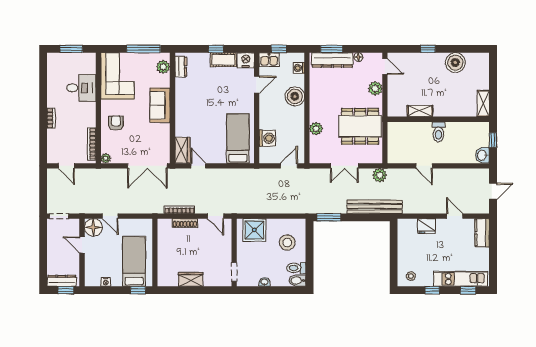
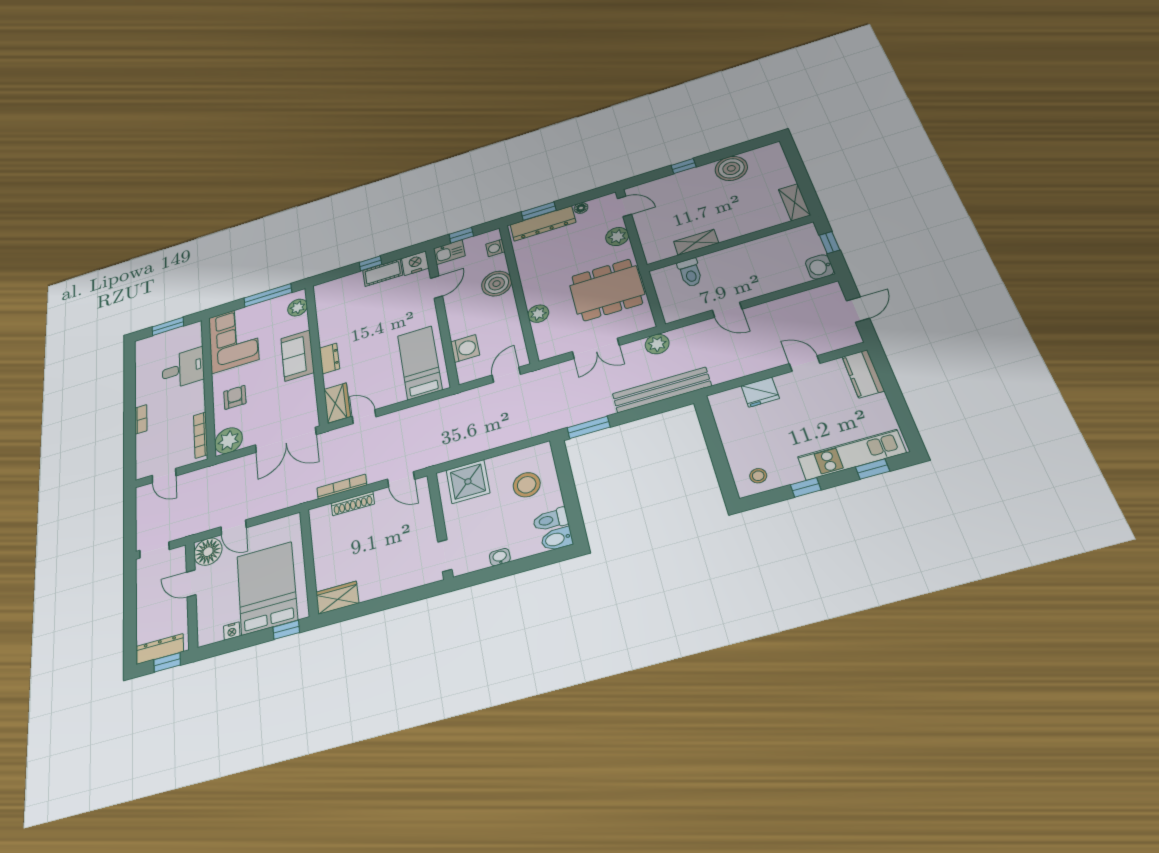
dresser: (181, 67) -> (329, 358), moved
toilet: (438, 132) -> (690, 273), moved
plant: (106, 158) -> (228, 441), width x1.88, depth x1.88
bed: (134, 261) -> (267, 588), width x1.50
wardrobe: (191, 279) -> (337, 598), moved

